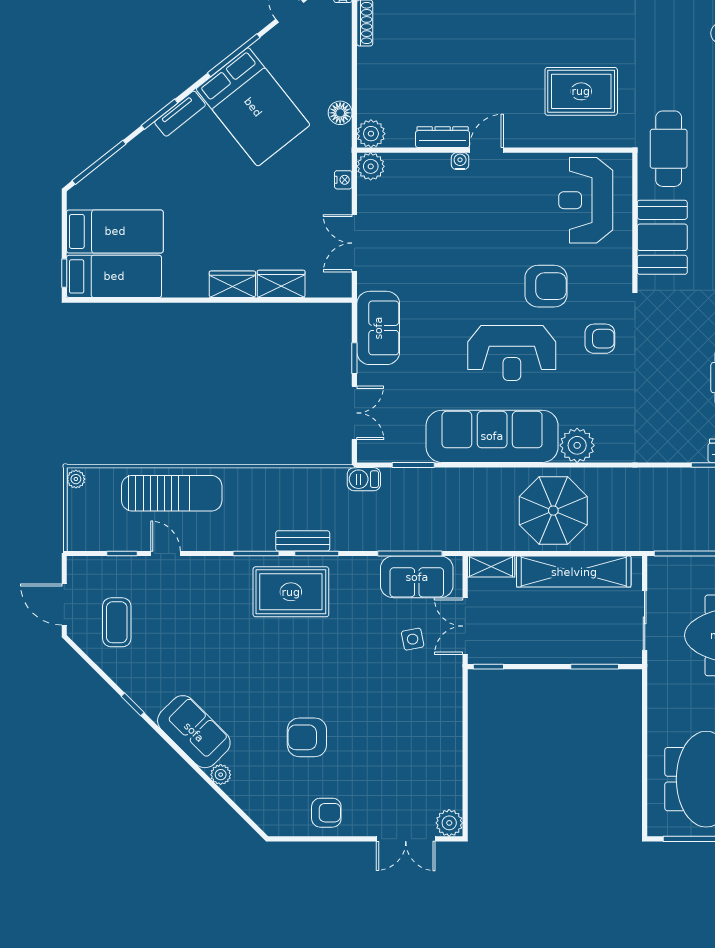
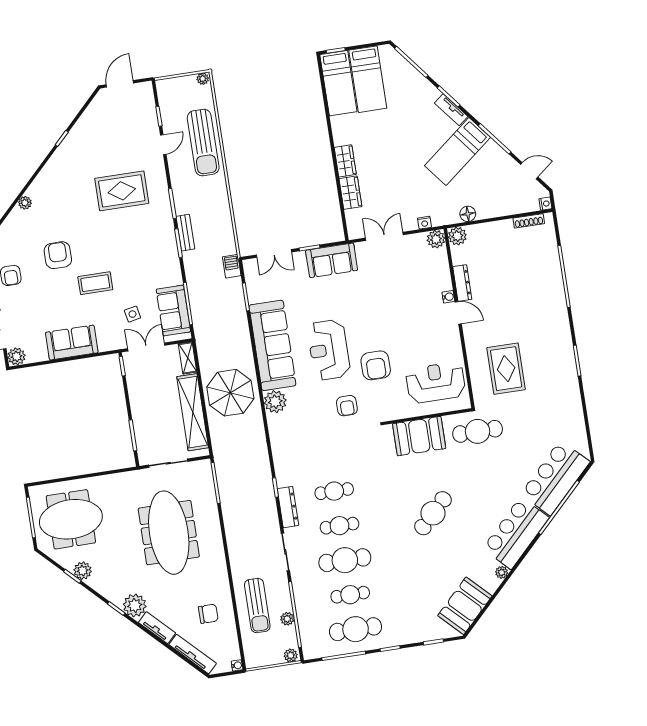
bed: (253, 107) -> (457, 151), width x0.67
rug: (291, 592) -> (122, 191), moved, turned 90
coffee table: (117, 622) -> (95, 283), moved
sofa: (194, 732) -> (72, 343), moved, turned -135

